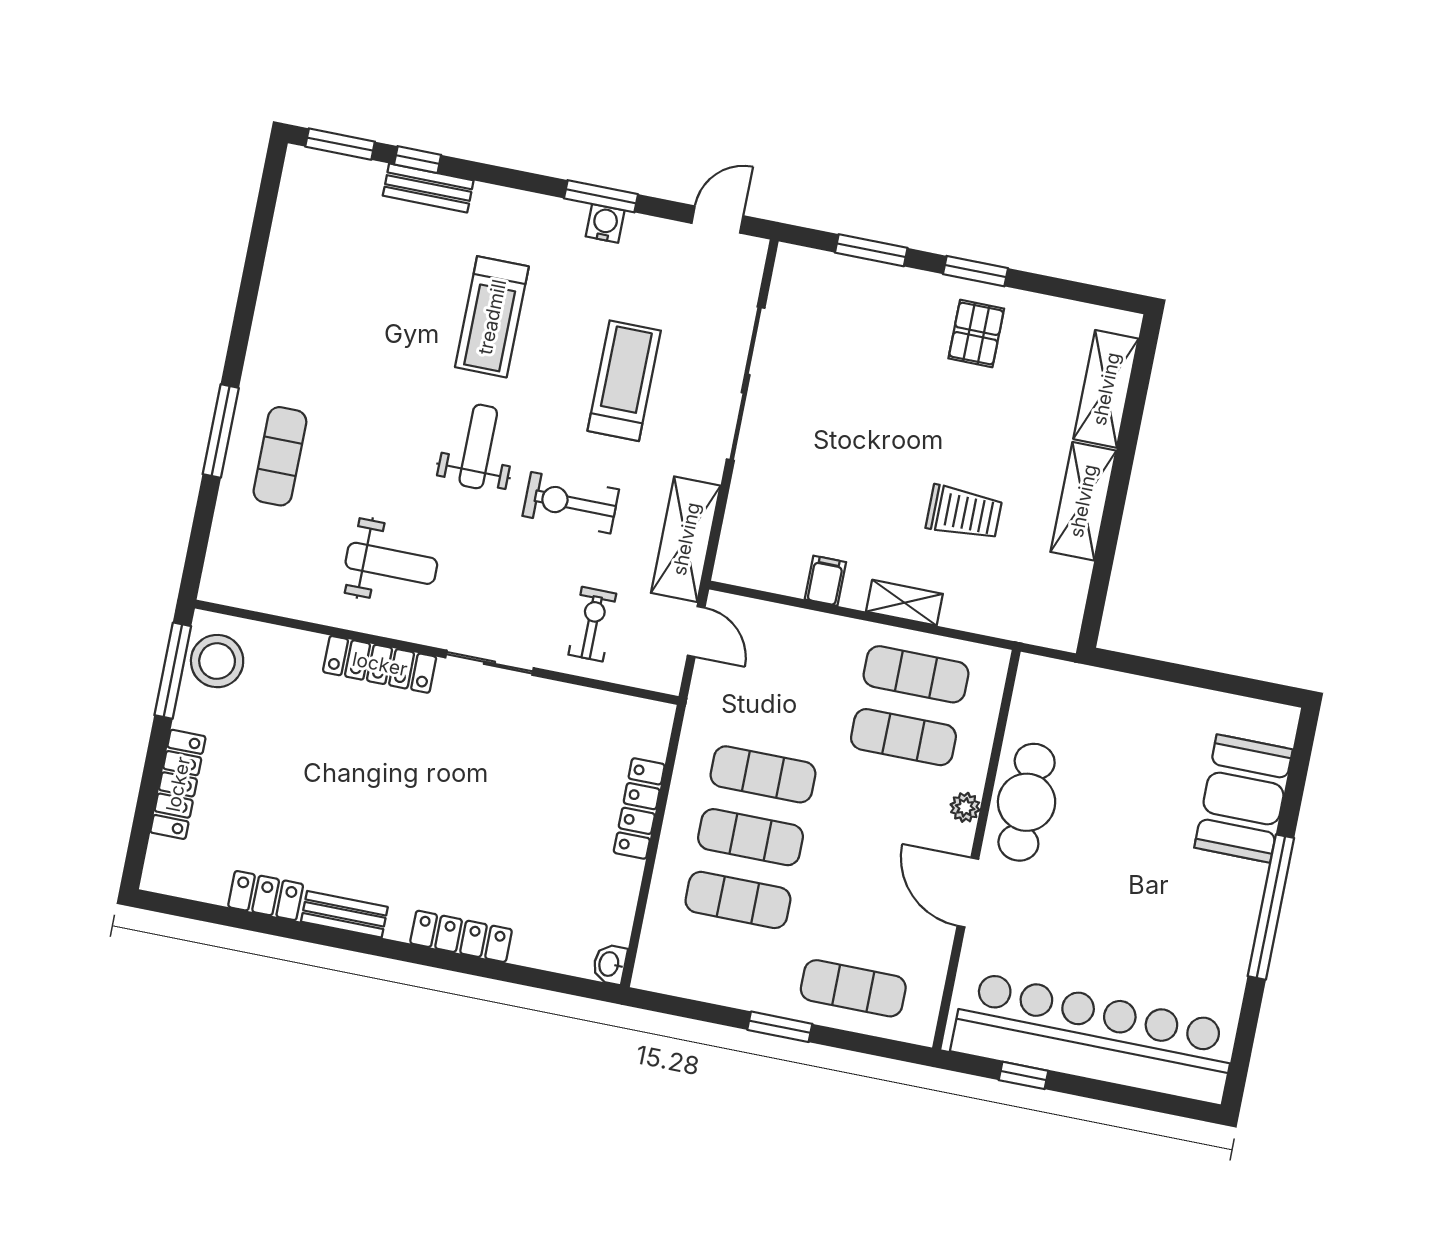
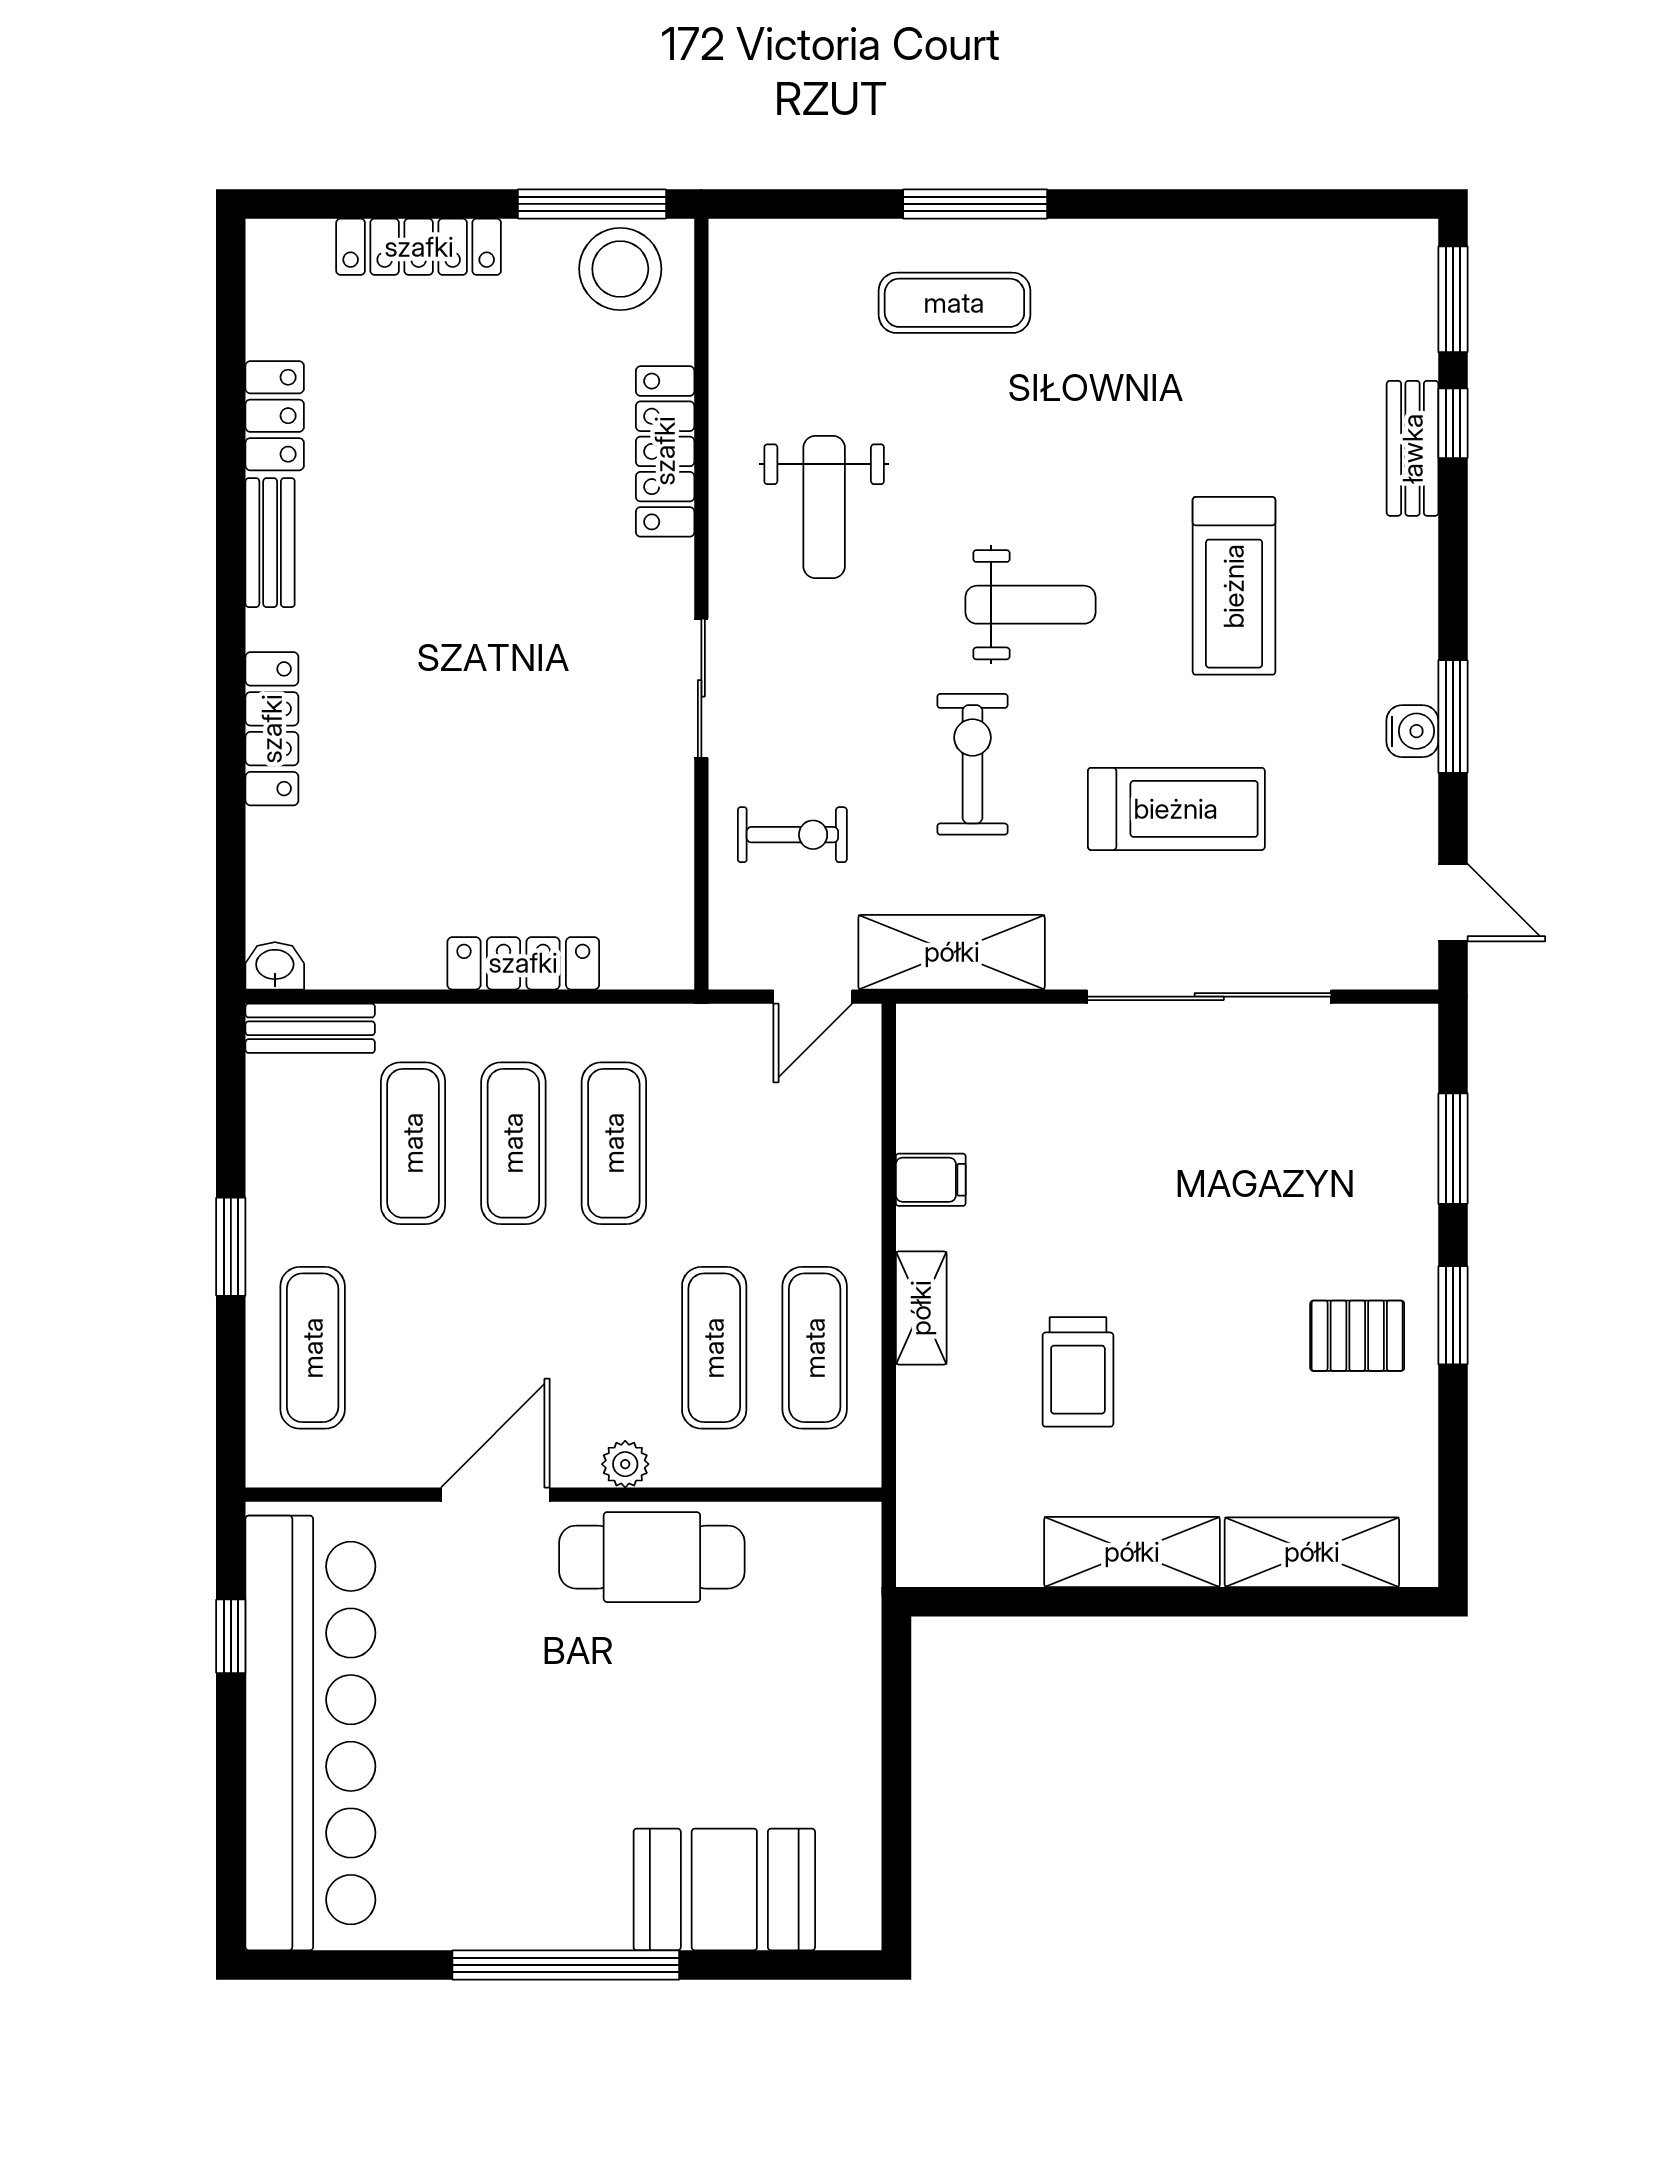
treadmill: (492, 317) -> (1234, 586), turned -90
locker: (380, 664) -> (665, 451), moved
bench: (653, 950) -> (310, 1028), added

